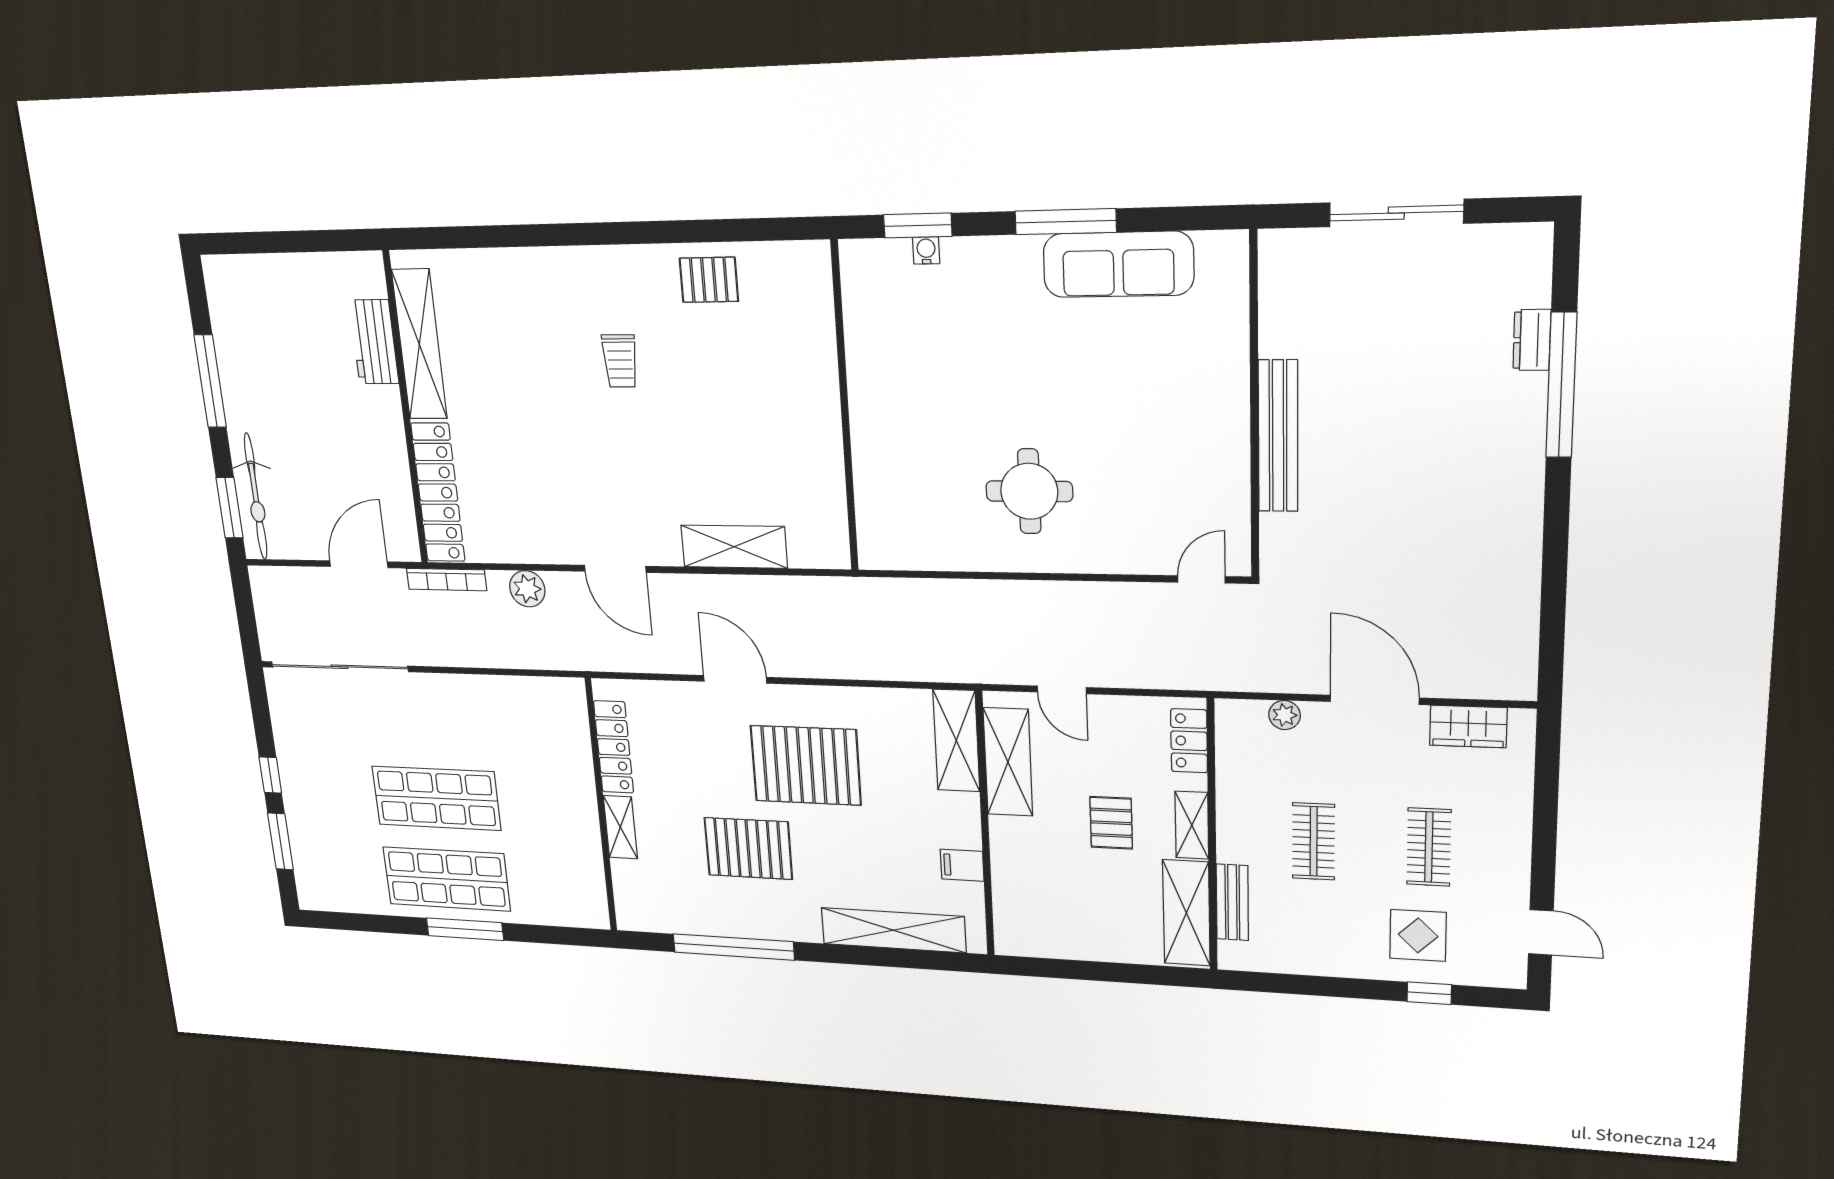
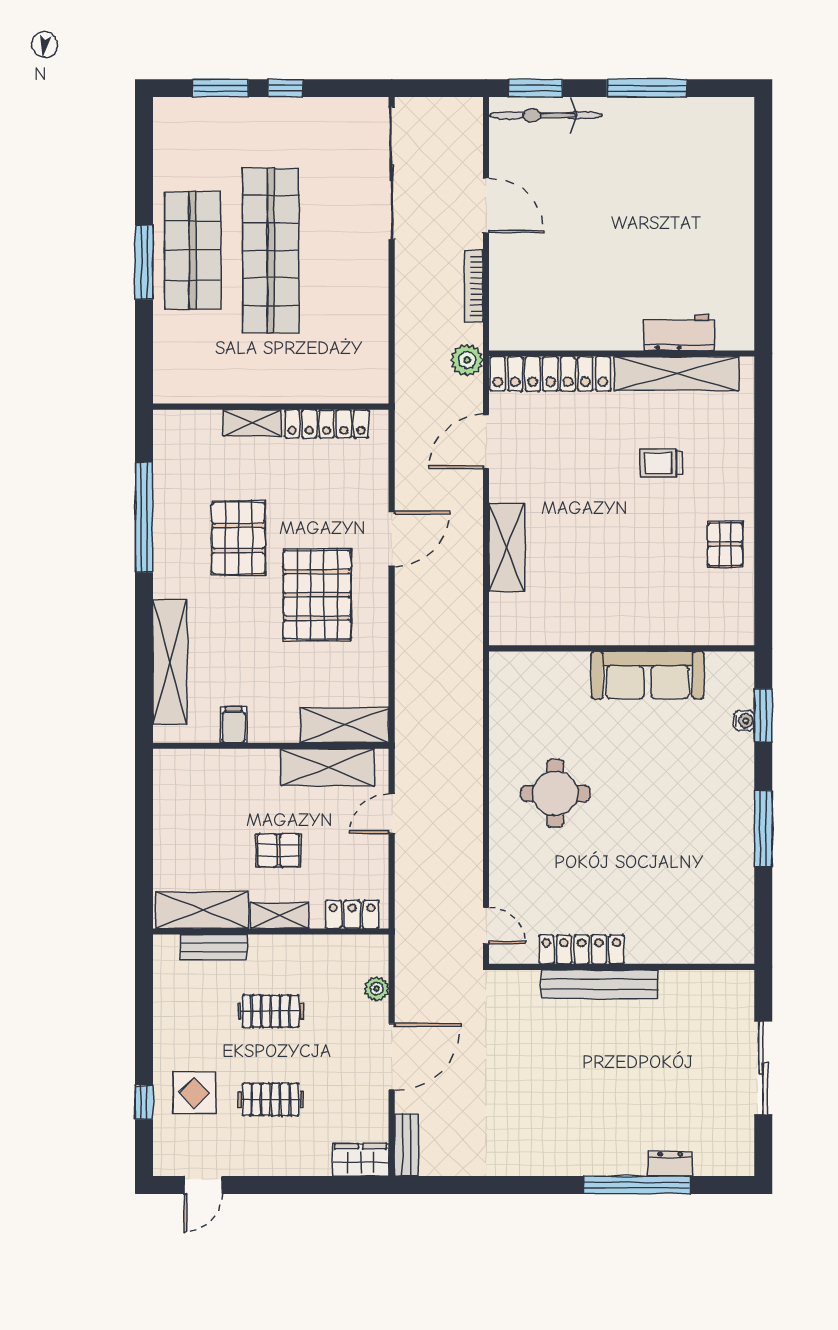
sofa: (1118, 264) -> (648, 675), moved, turned -90
workbench: (374, 342) -> (679, 332), moved
shelving: (419, 344) -> (676, 373), moved
wall: (406, 410) -> (622, 354), moved
locker: (1231, 459) -> (581, 949), added
locker: (438, 493) -> (550, 374), moved
bench: (1495, 685) -> (407, 1145), added
wardrobe: (1468, 727) -> (361, 1160), moved, turned 90
shop shelf: (436, 798) -> (271, 250), width x1.40

